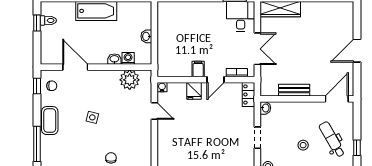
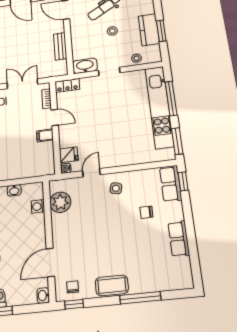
washbasin: (114, 59) -> (43, 295), moved
fridge: (194, 91) -> (69, 155), moved
washbasin: (265, 108) -> (85, 66), width x1.91, depth x1.45
side table: (92, 117) -> (116, 188), moved

